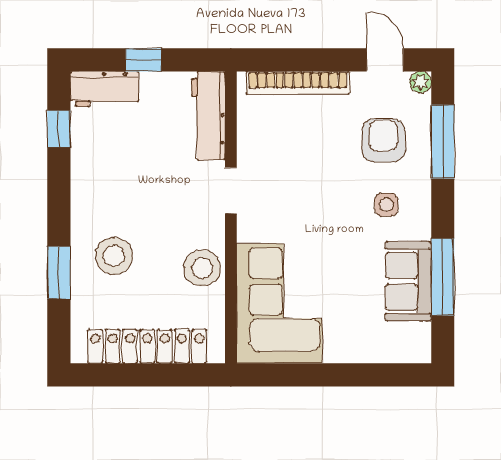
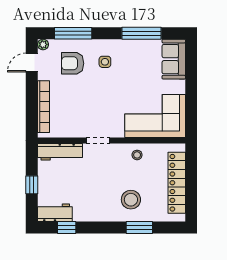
workbench: (104, 89) -> (55, 213), moved, turned -90
stool: (202, 268) -> (137, 155), width x0.53, depth x0.53
sofa: (408, 281) -> (174, 59), moved, turned 90

